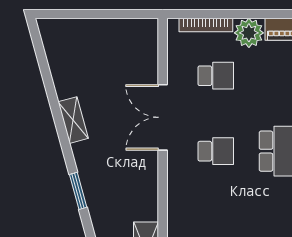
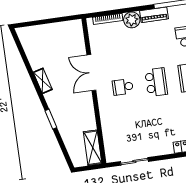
school desk: (216, 76) -> (117, 46), removed
school desk: (216, 151) -> (123, 87), turned 180

